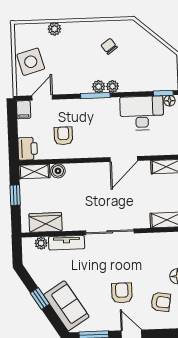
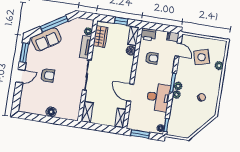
side table: (31, 62) -> (202, 57), moved
desk: (142, 113) -> (158, 97), moved
window: (40, 298) -> (54, 24), width x2.17
armchair: (161, 302) -> (37, 98), removed

